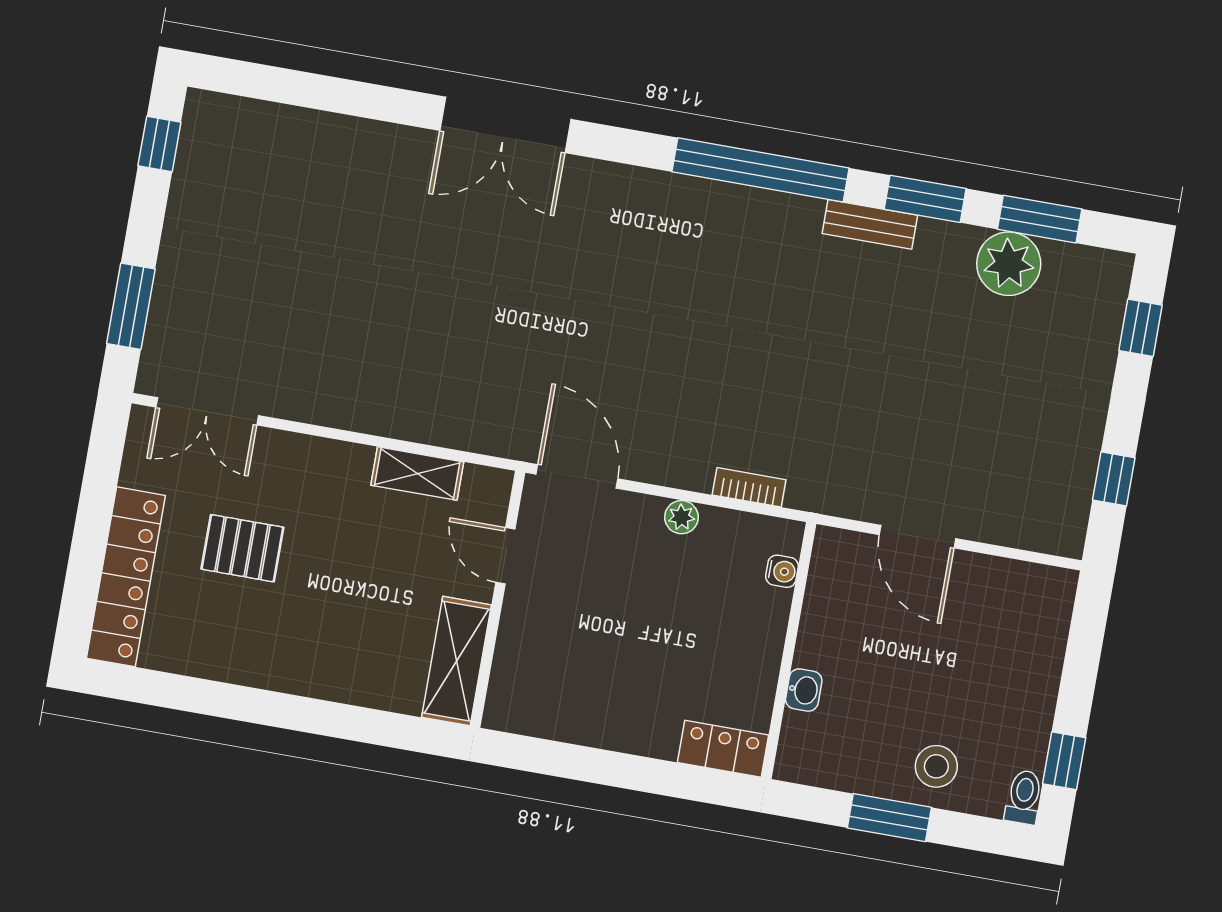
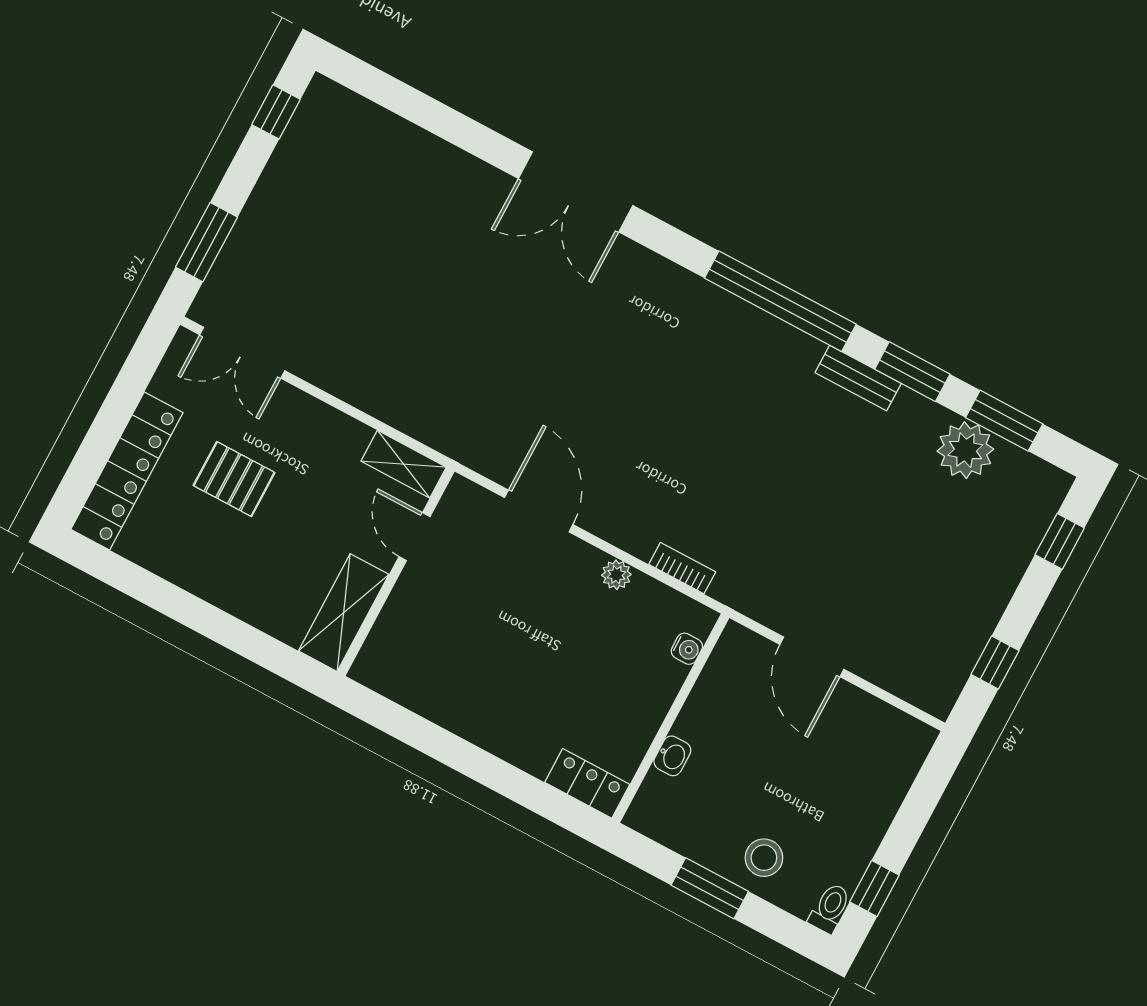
door: (505, 556) -> (415, 537), moved
wall: (498, 599) -> (396, 572), moved
shelving: (456, 661) -> (344, 613), moved

